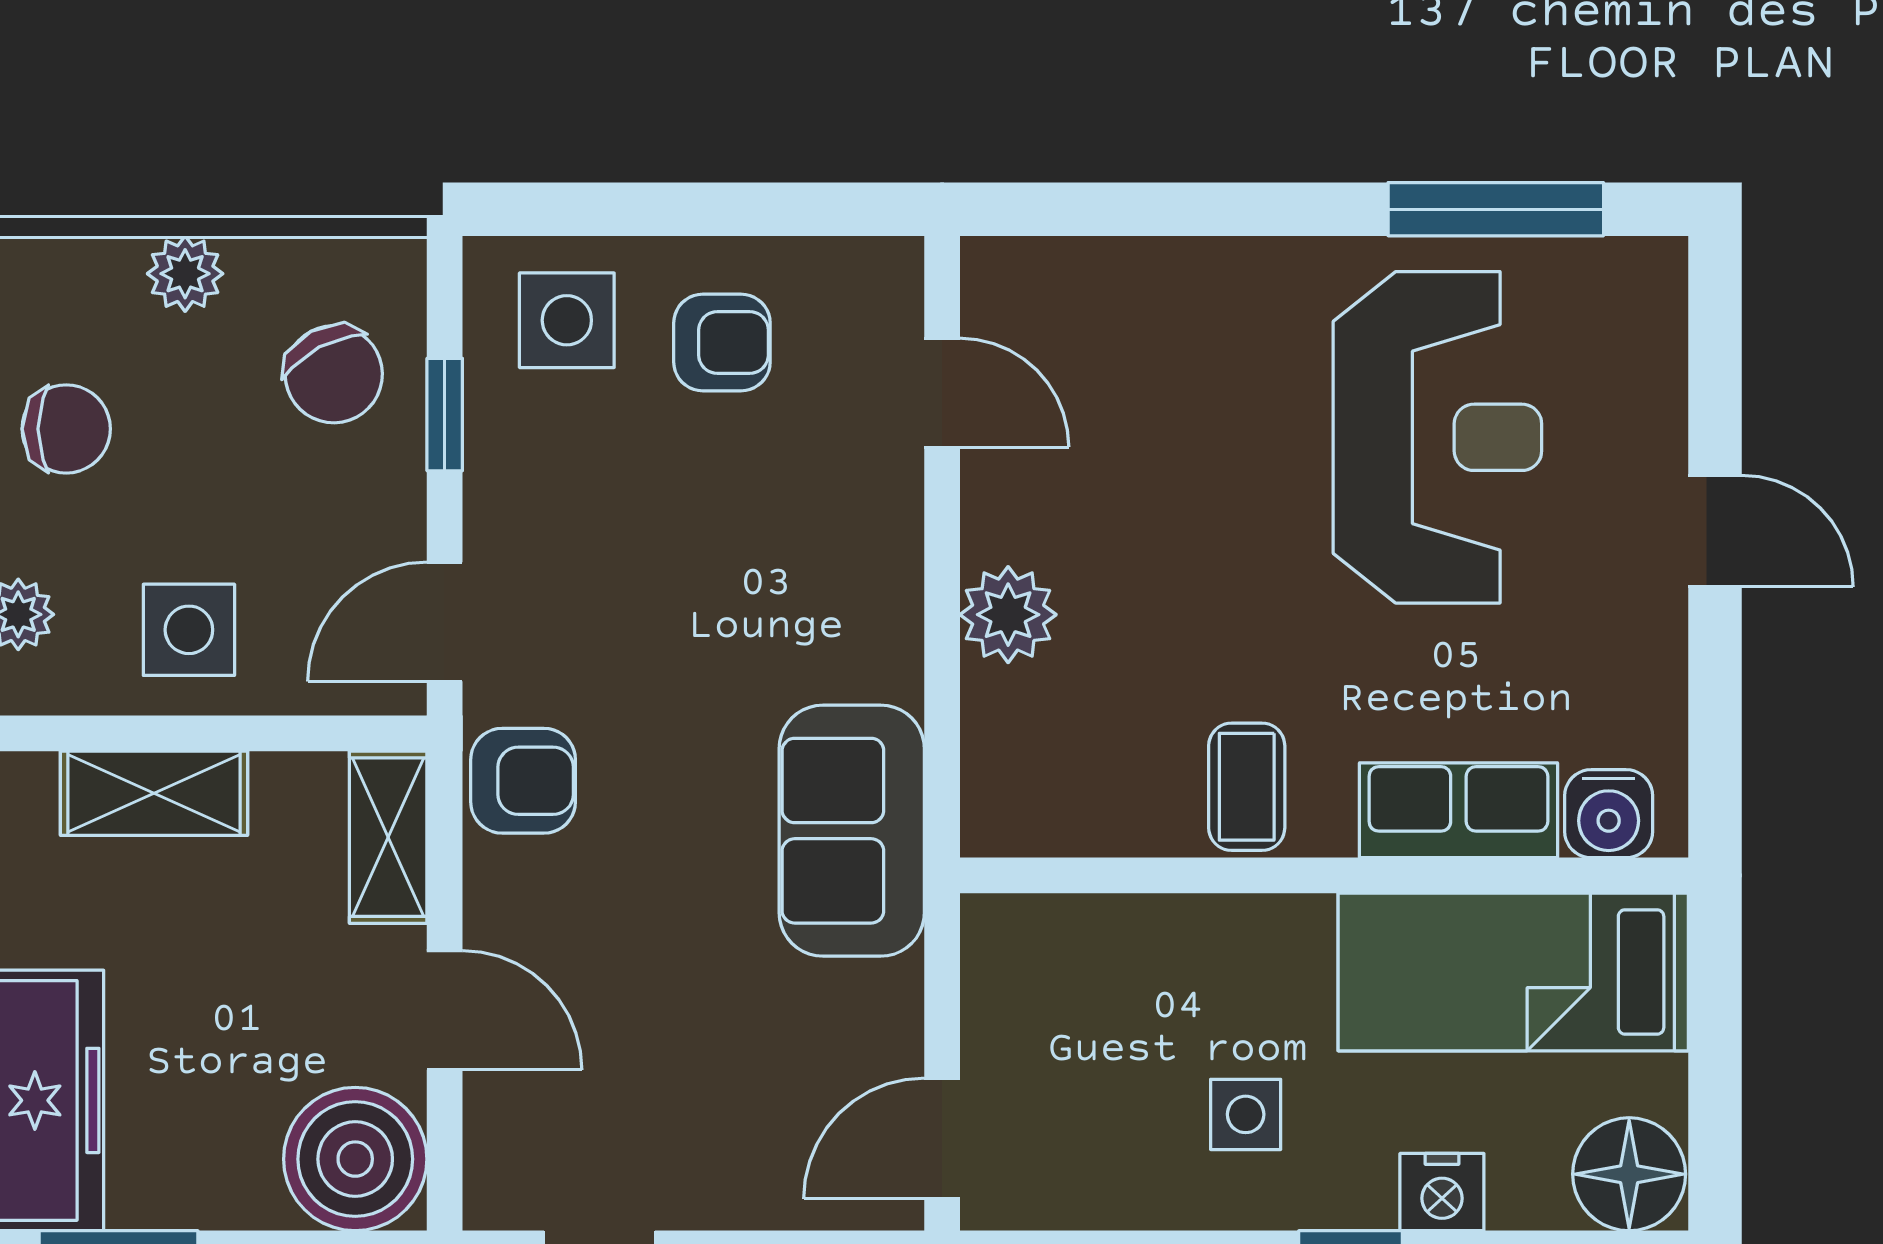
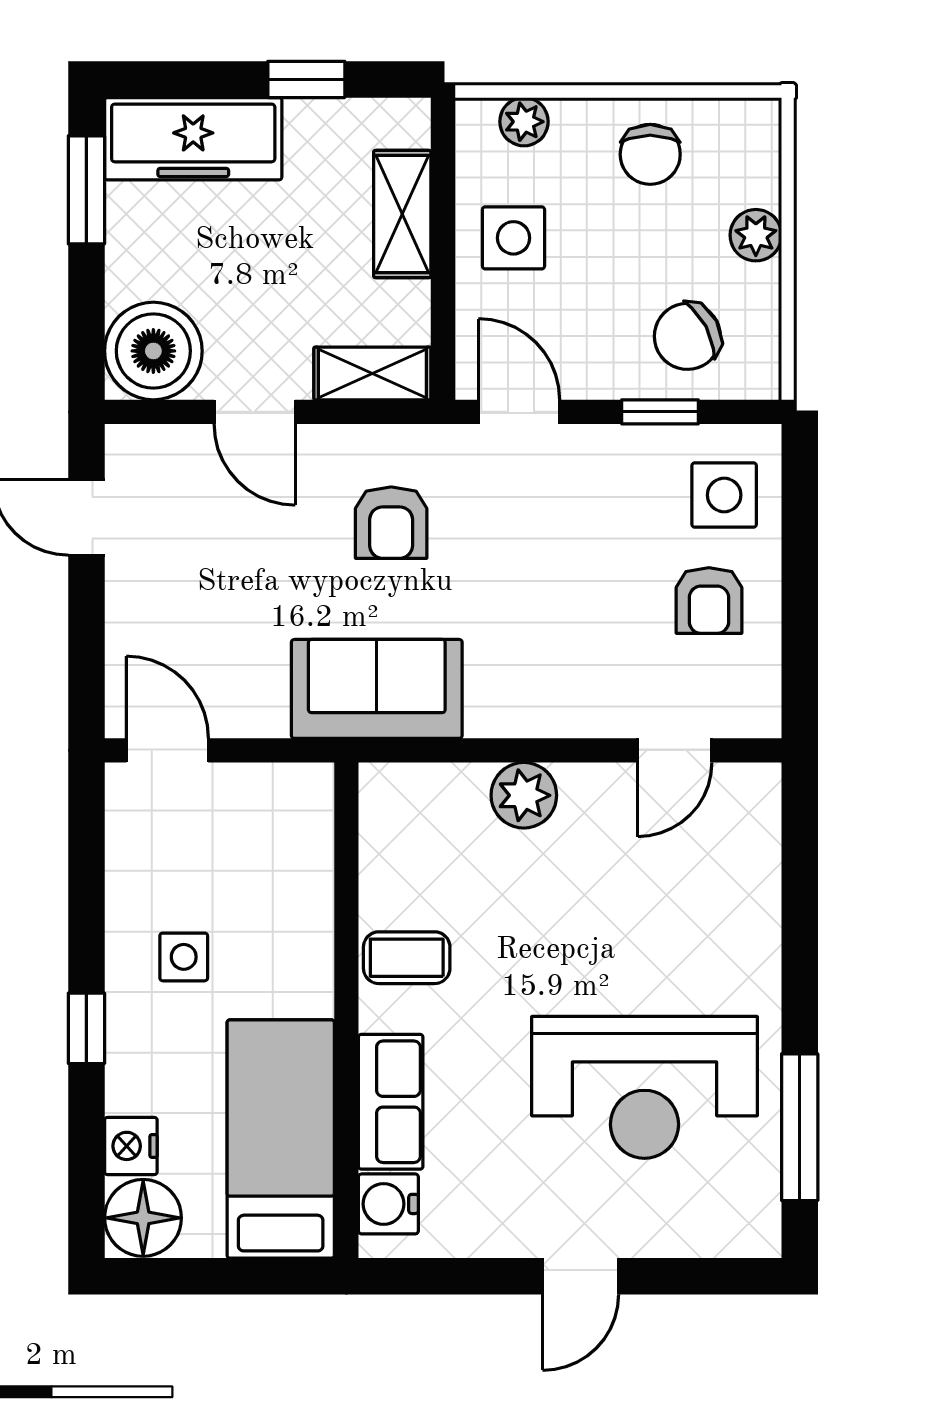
armchair: (523, 781) -> (391, 523), moved
door: (445, 1010) -> (255, 412), hinge flipped
nightstand: (1442, 1192) -> (131, 1146), moved

